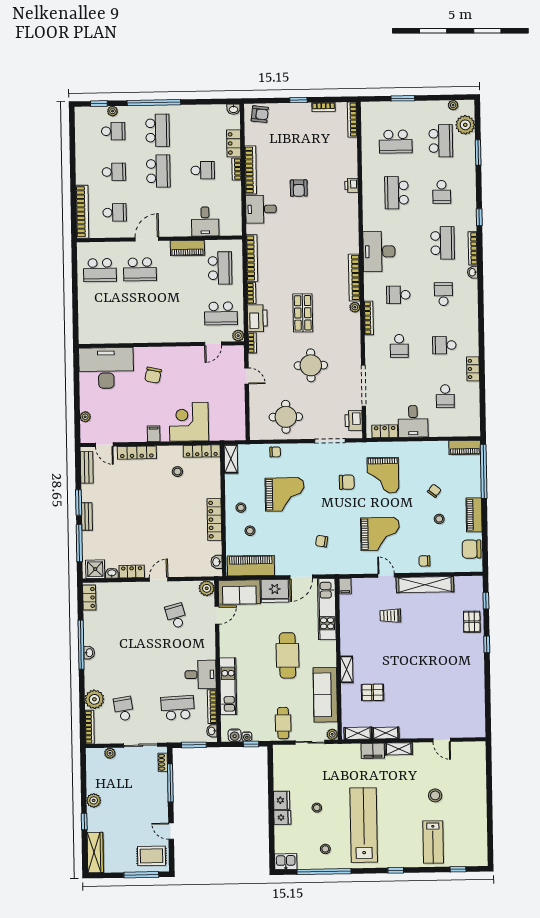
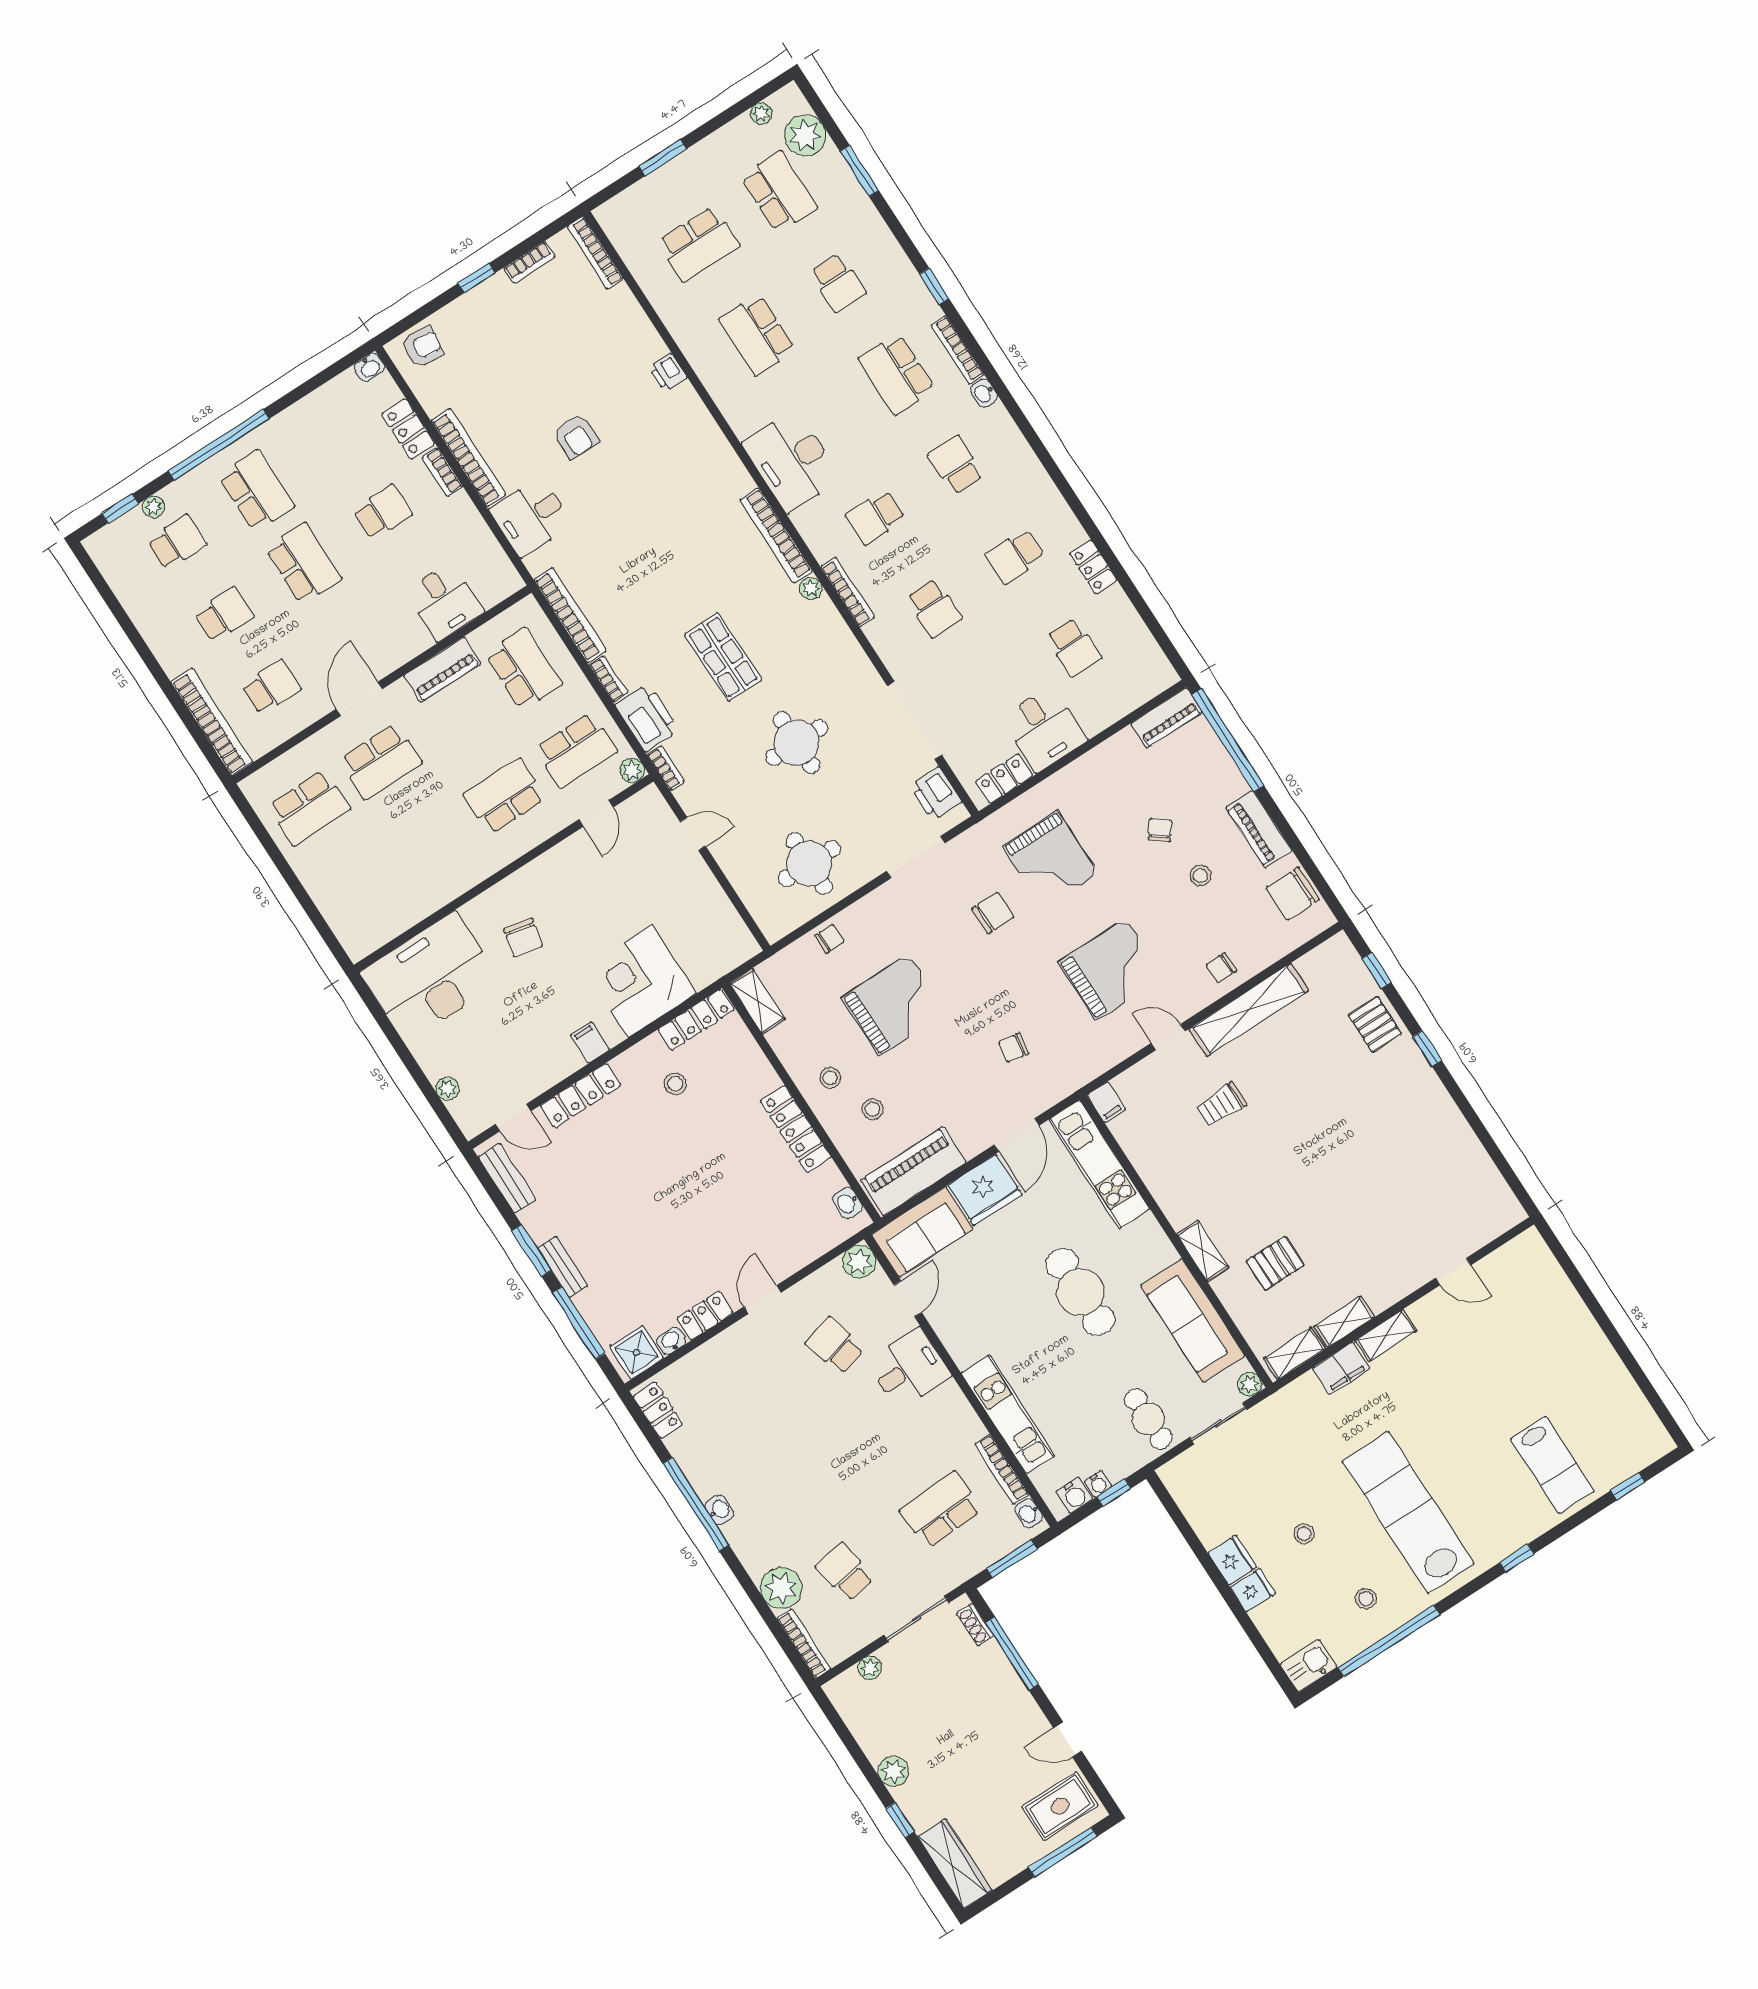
school desk: (443, 243) -> (897, 374), turned 180
school desk: (181, 314) -> (505, 796), added
desk: (201, 674) -> (909, 1369), moved
stool: (435, 795) -> (1504, 1379), removed

